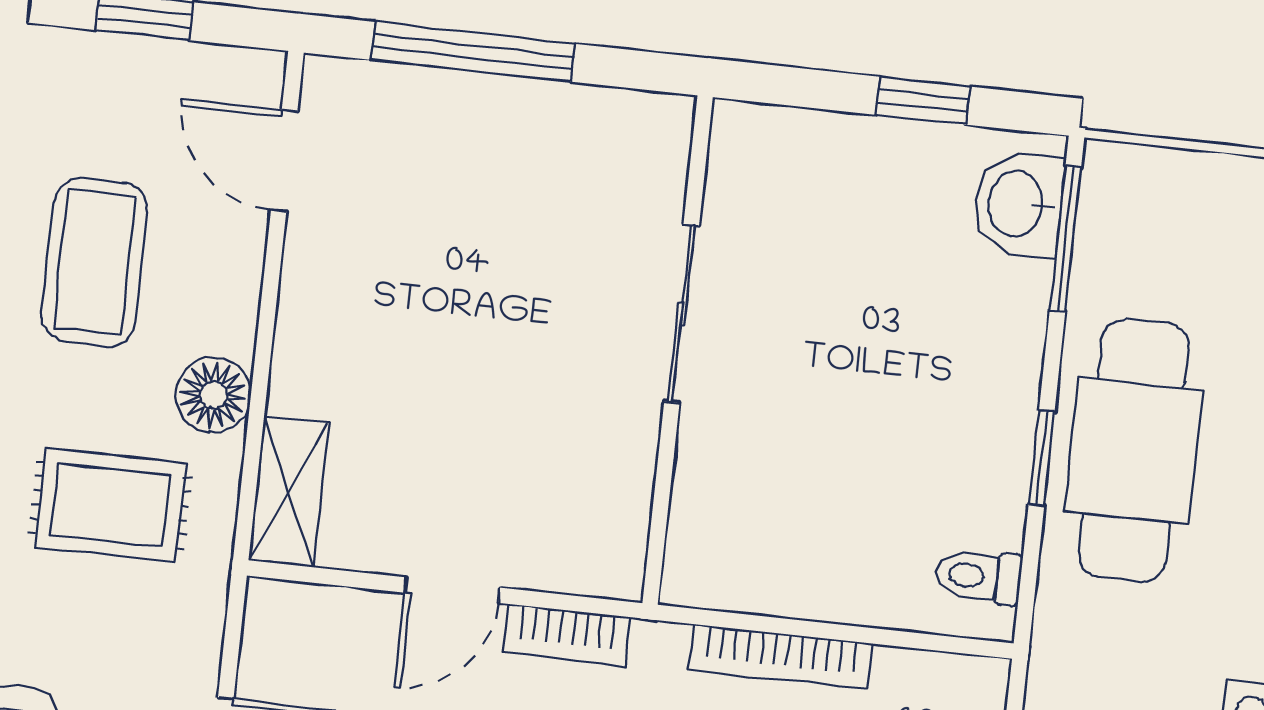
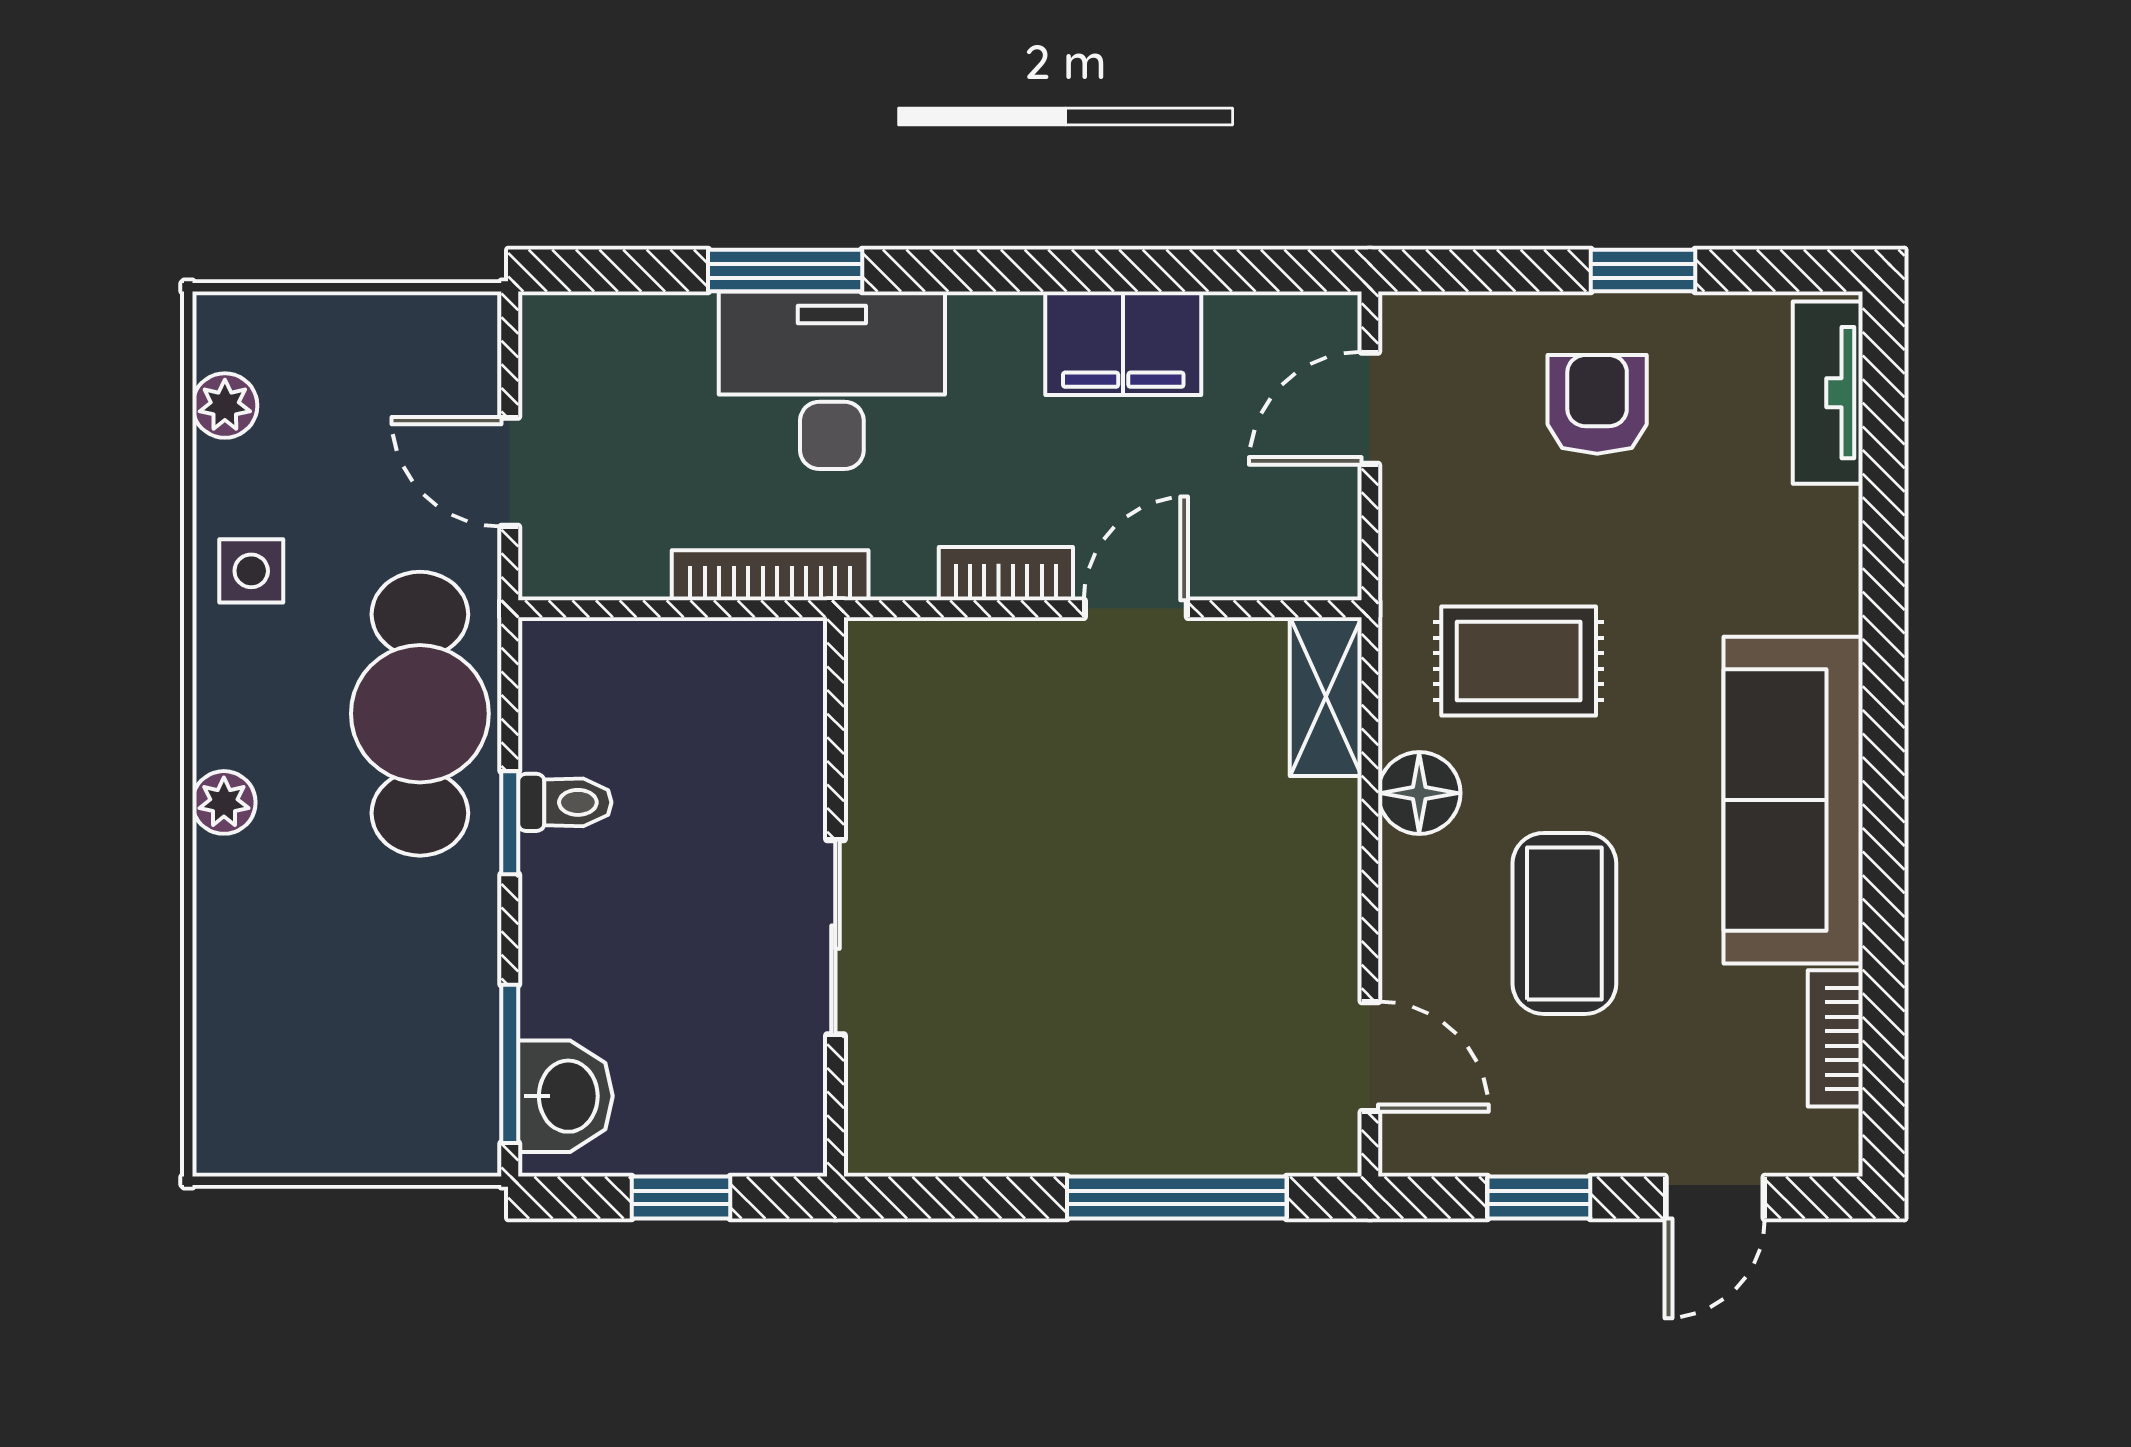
sliding door: (682, 313) -> (835, 937), moved
wall: (678, 350) -> (835, 897), moved
cafe table: (1134, 451) -> (420, 714), moved
toilet: (978, 576) -> (565, 802), moved

